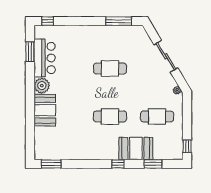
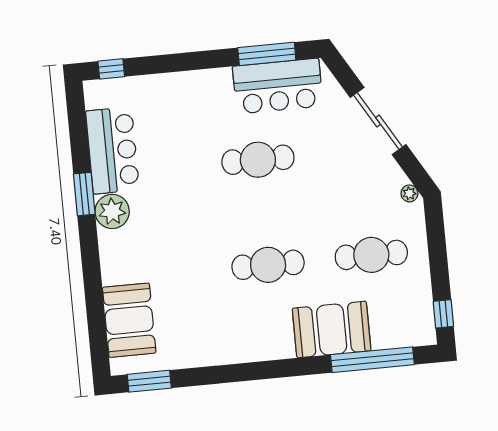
bar counter: (122, 36) -> (278, 86), added
window: (30, 52) -> (84, 194), moved
booth: (45, 110) -> (129, 320), moved
window: (118, 164) -> (296, 367), removed
window: (153, 164) -> (372, 360), width x2.11

